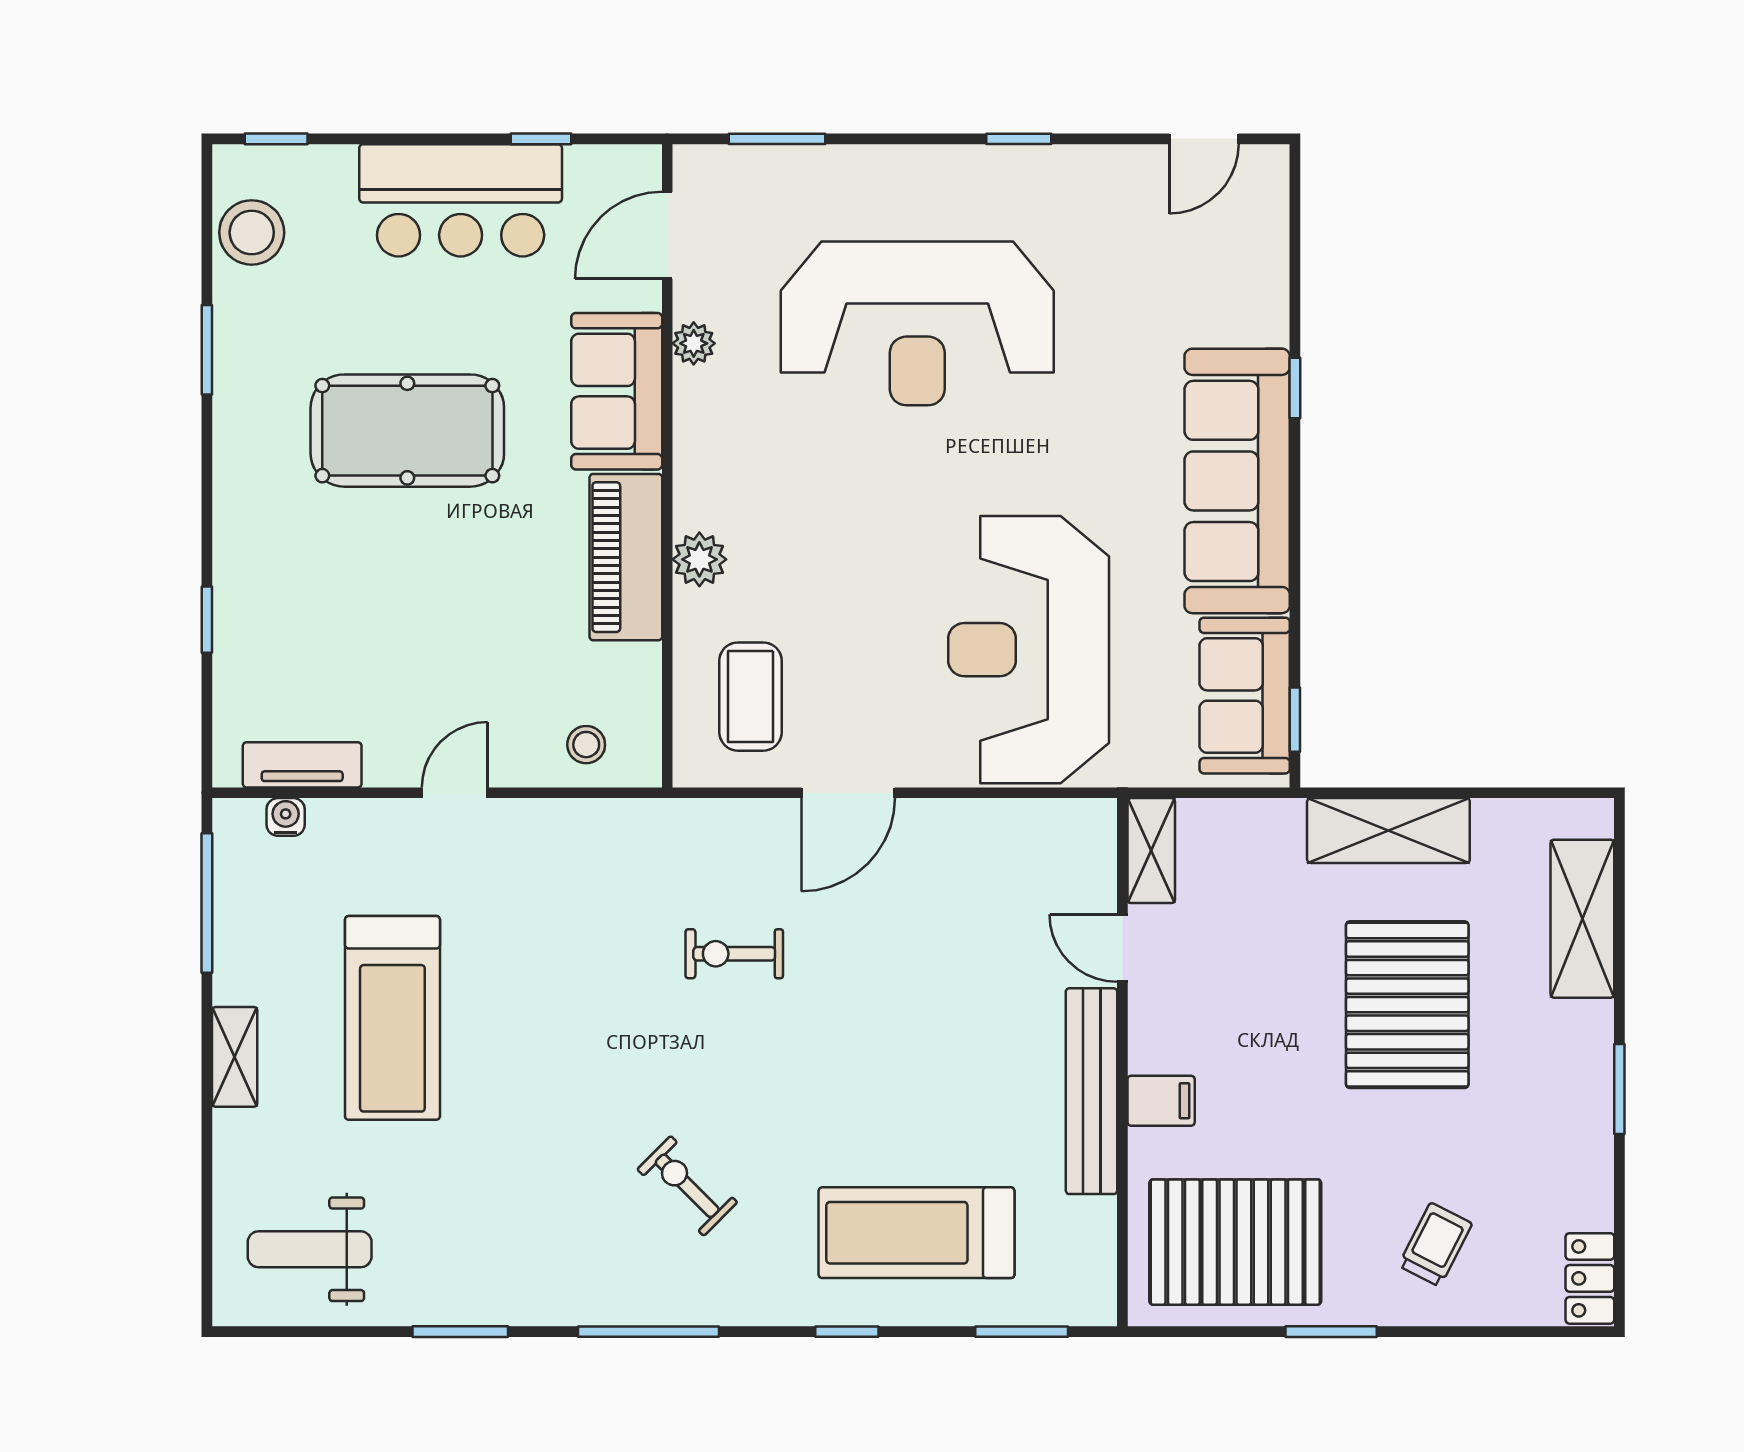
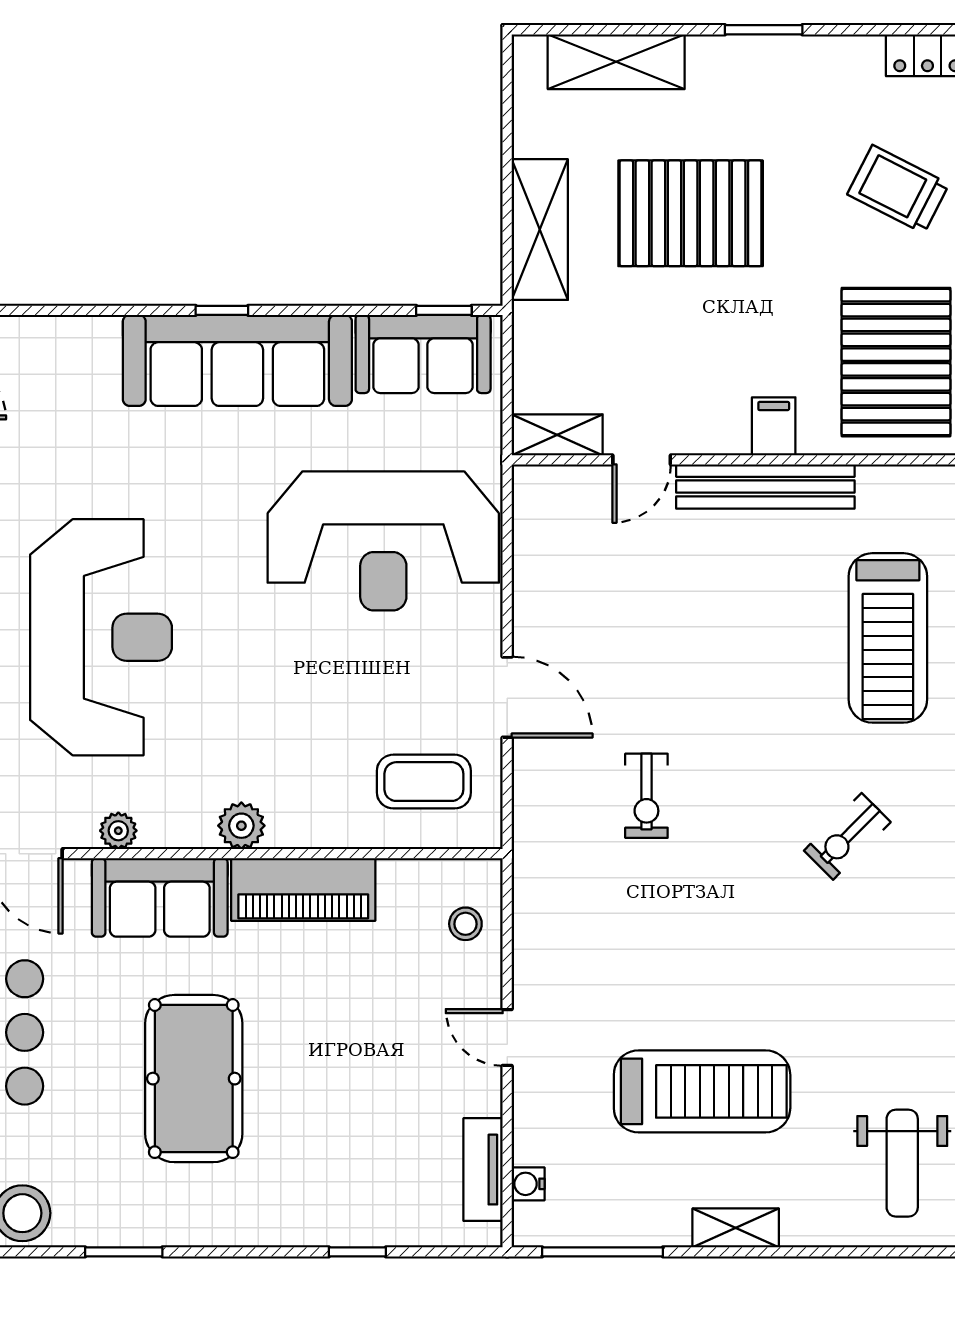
window: (1295, 388) -> (222, 310), moved
plant: (699, 559) -> (241, 826), moved
trolley: (1435, 1245) -> (898, 189), width x1.36, depth x1.39

